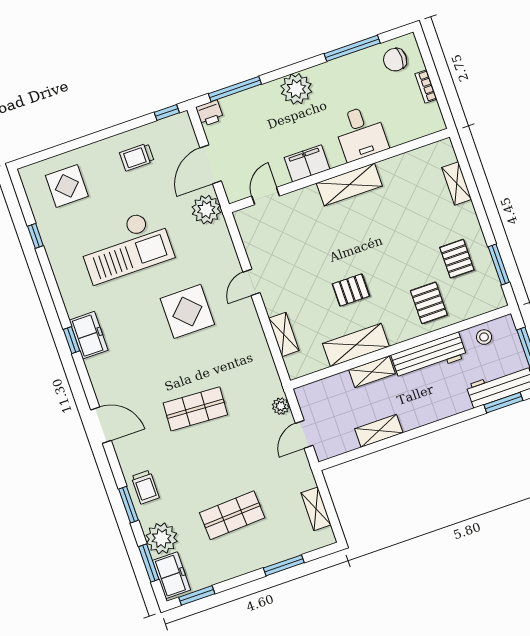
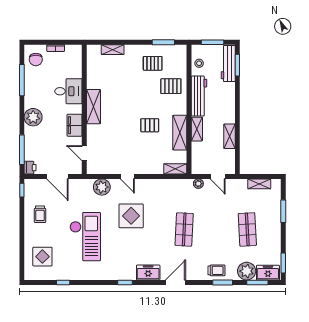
plant: (206, 210) -> (102, 187), moved
pallet: (351, 290) -> (150, 125), turned 90
shelving: (284, 334) -> (175, 169), moved
freezer: (89, 335) -> (148, 273), moved

